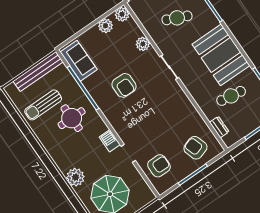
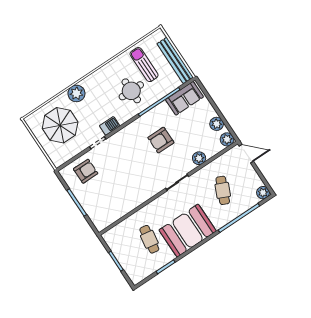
dresser: (219, 127) -> (121, 228), removed
armchair: (195, 148) -> (102, 205), removed
armchair: (159, 166) -> (86, 171), turned -90

